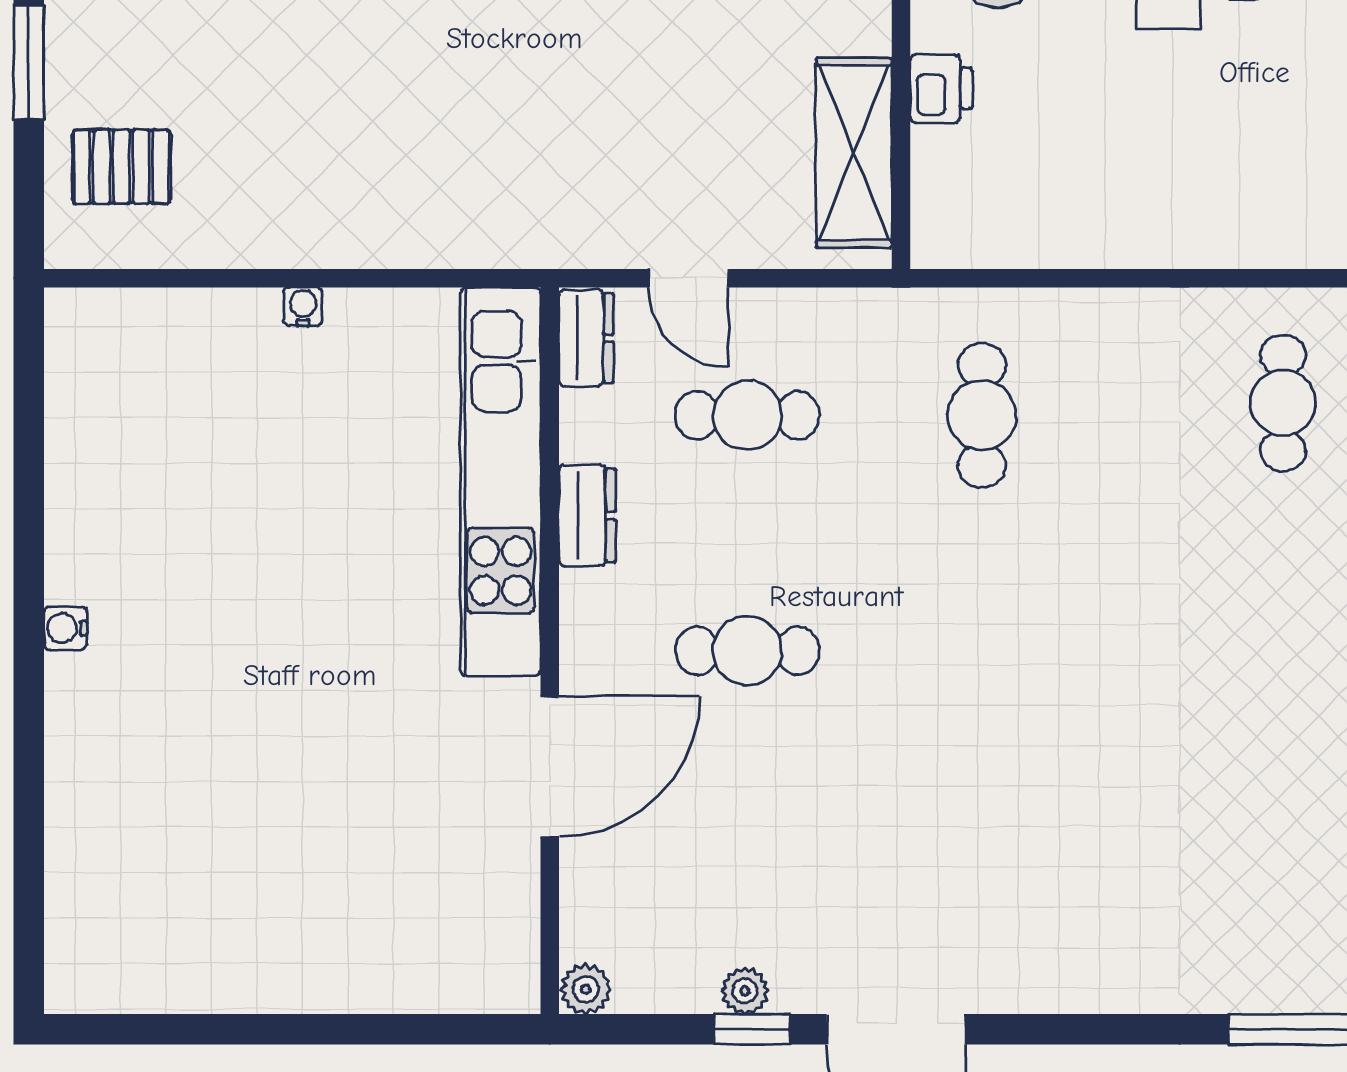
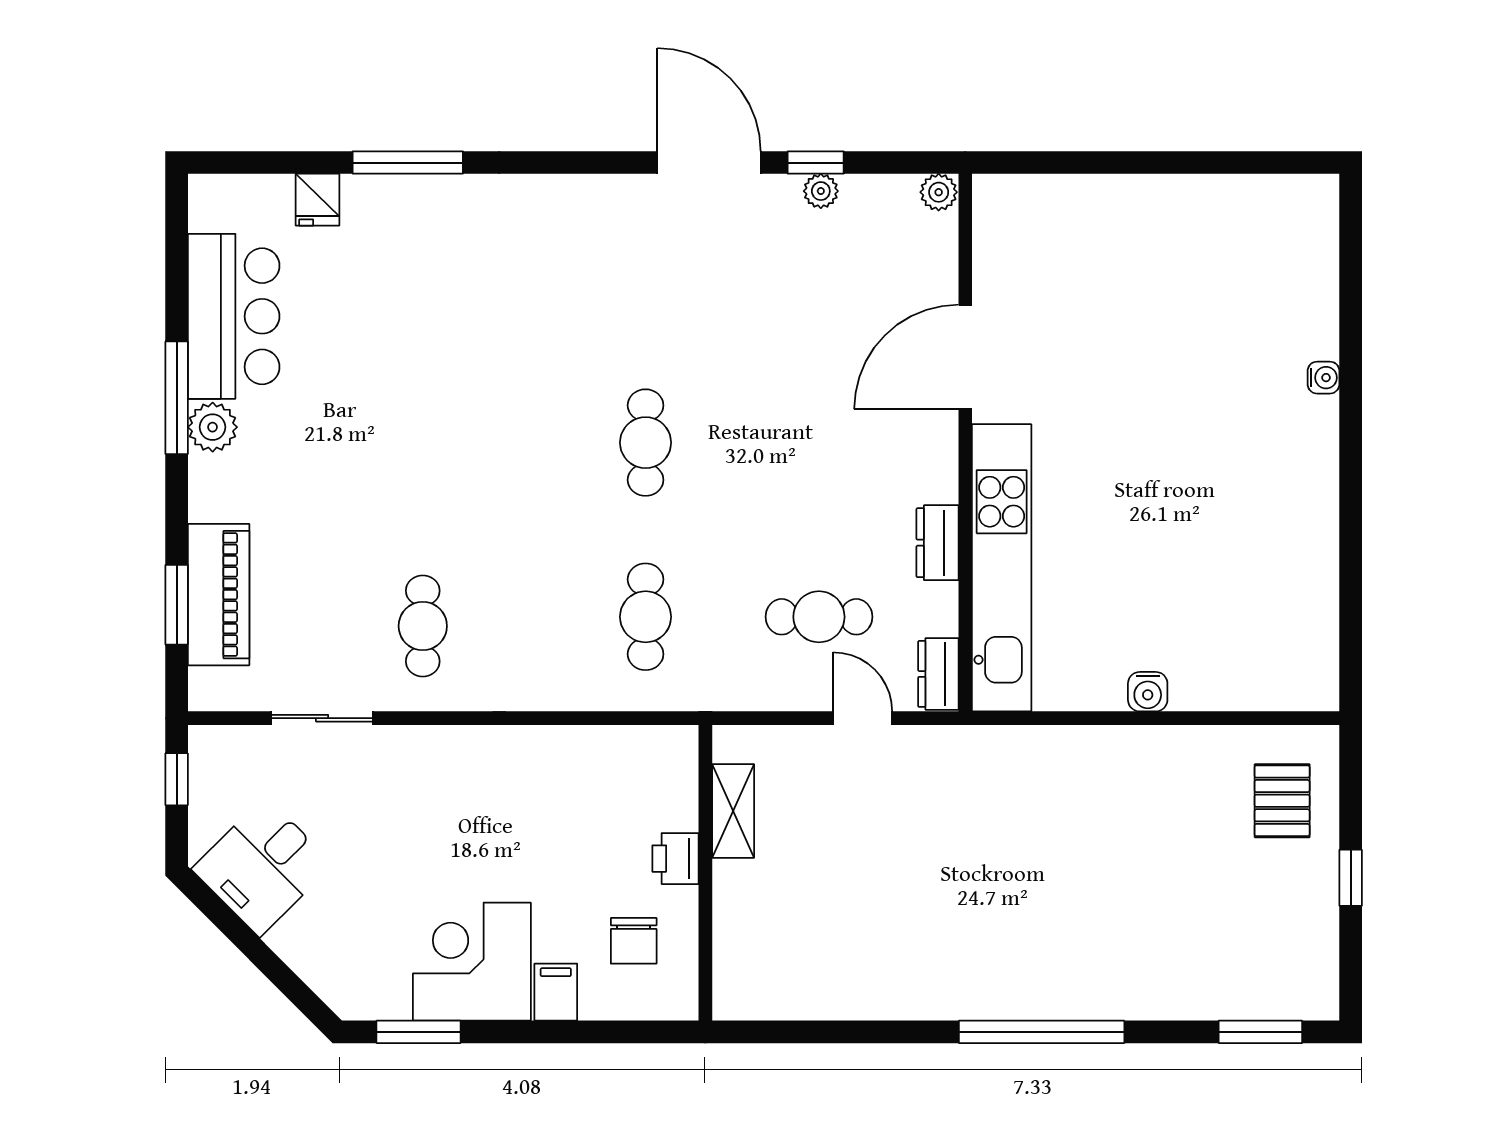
window: (29, 62) -> (1351, 878), width x0.67
shelving: (854, 153) -> (733, 811), width x0.67, depth x0.75
pallet: (121, 167) -> (1282, 801), turned 90
water cooler: (303, 307) -> (1148, 692), width x1.38, depth x1.38
water cooler: (65, 628) -> (1323, 378), moved
cafe table: (747, 651) -> (646, 443), moved, turned 90

